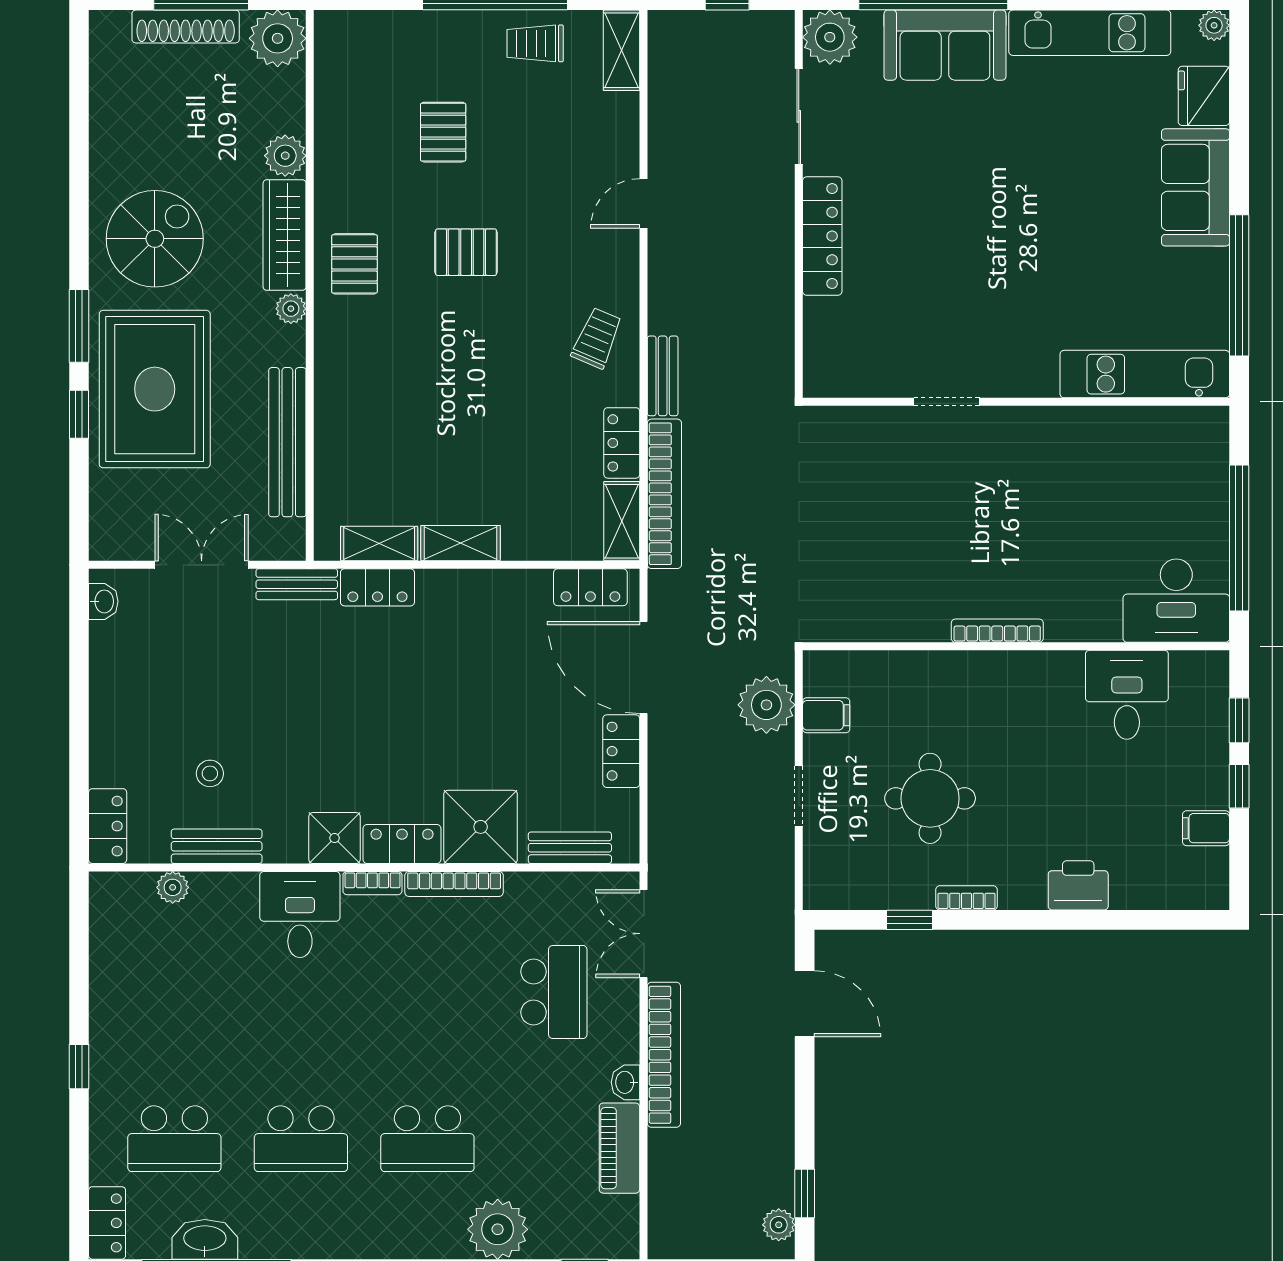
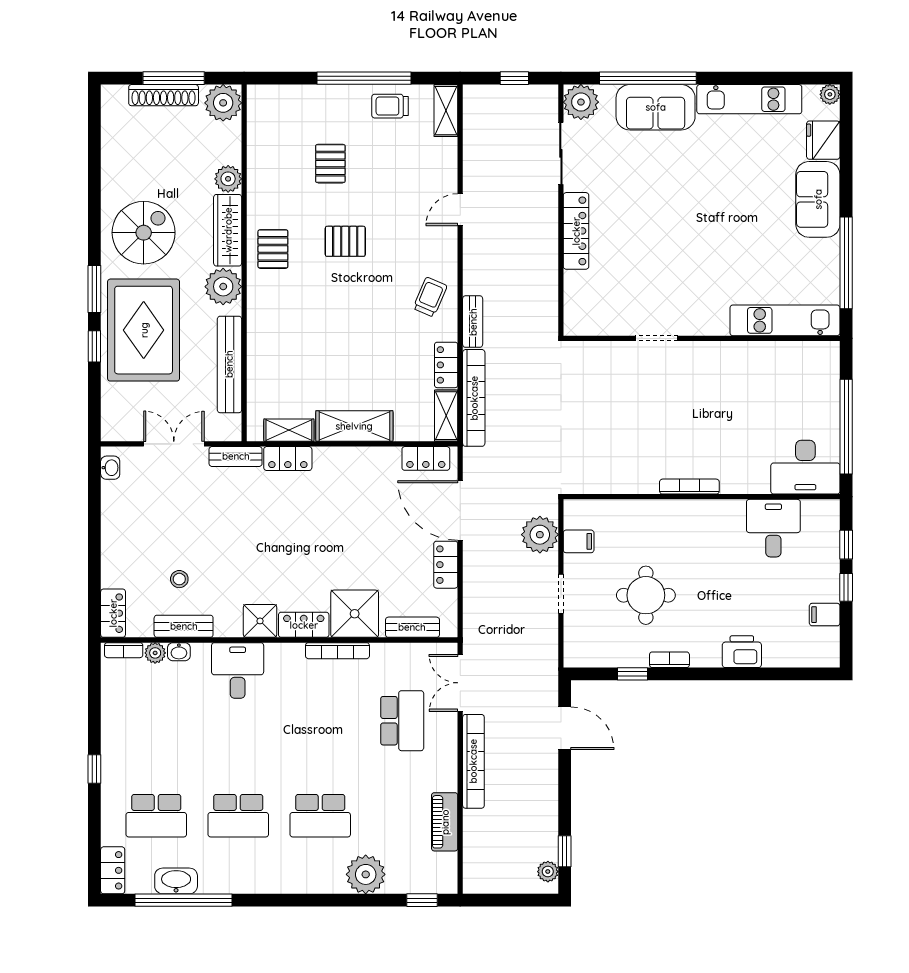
plant: (291, 309) -> (223, 287), width x1.87, depth x1.87
shelving: (460, 543) -> (354, 426), width x1.50, depth x1.33
bookcase: (372, 883) -> (124, 650), moved
washbasin: (626, 1082) -> (179, 652), moved, turned -90

